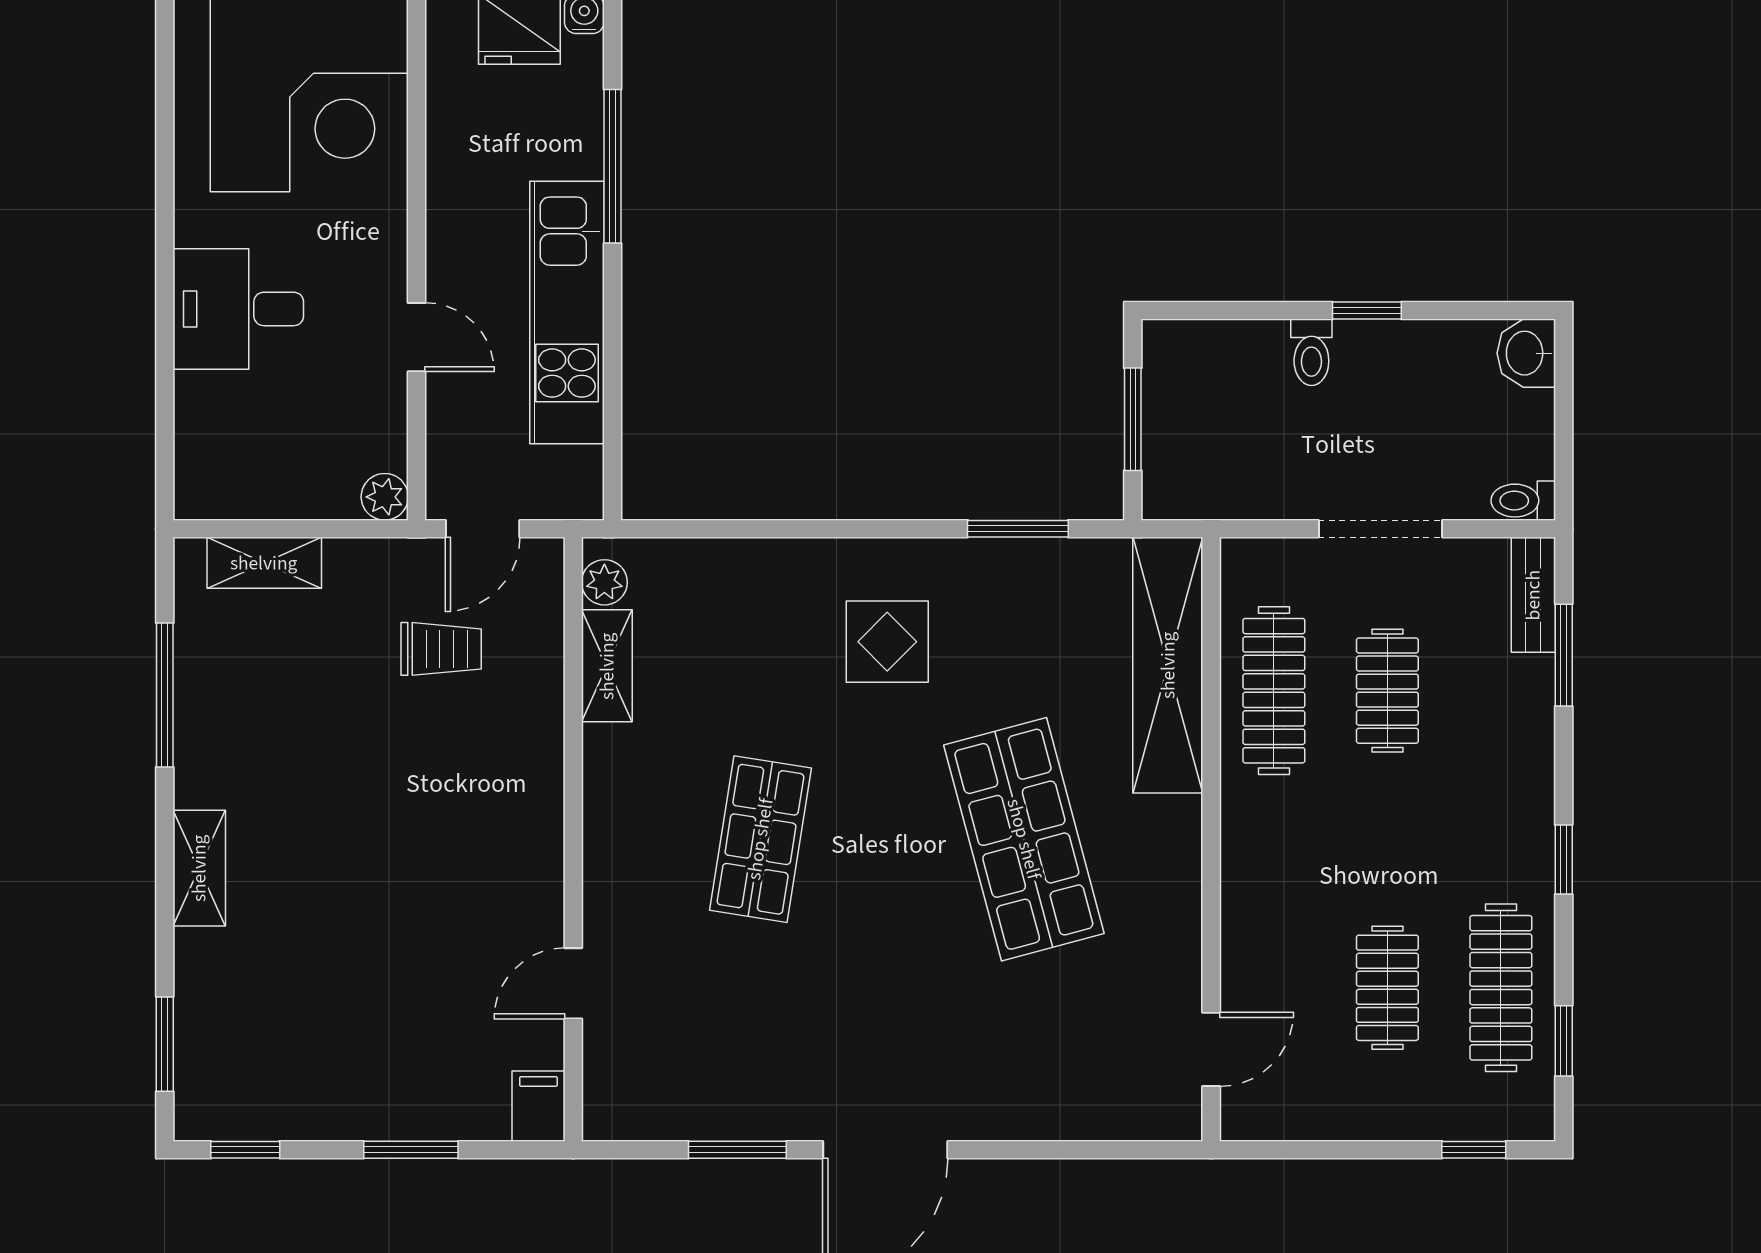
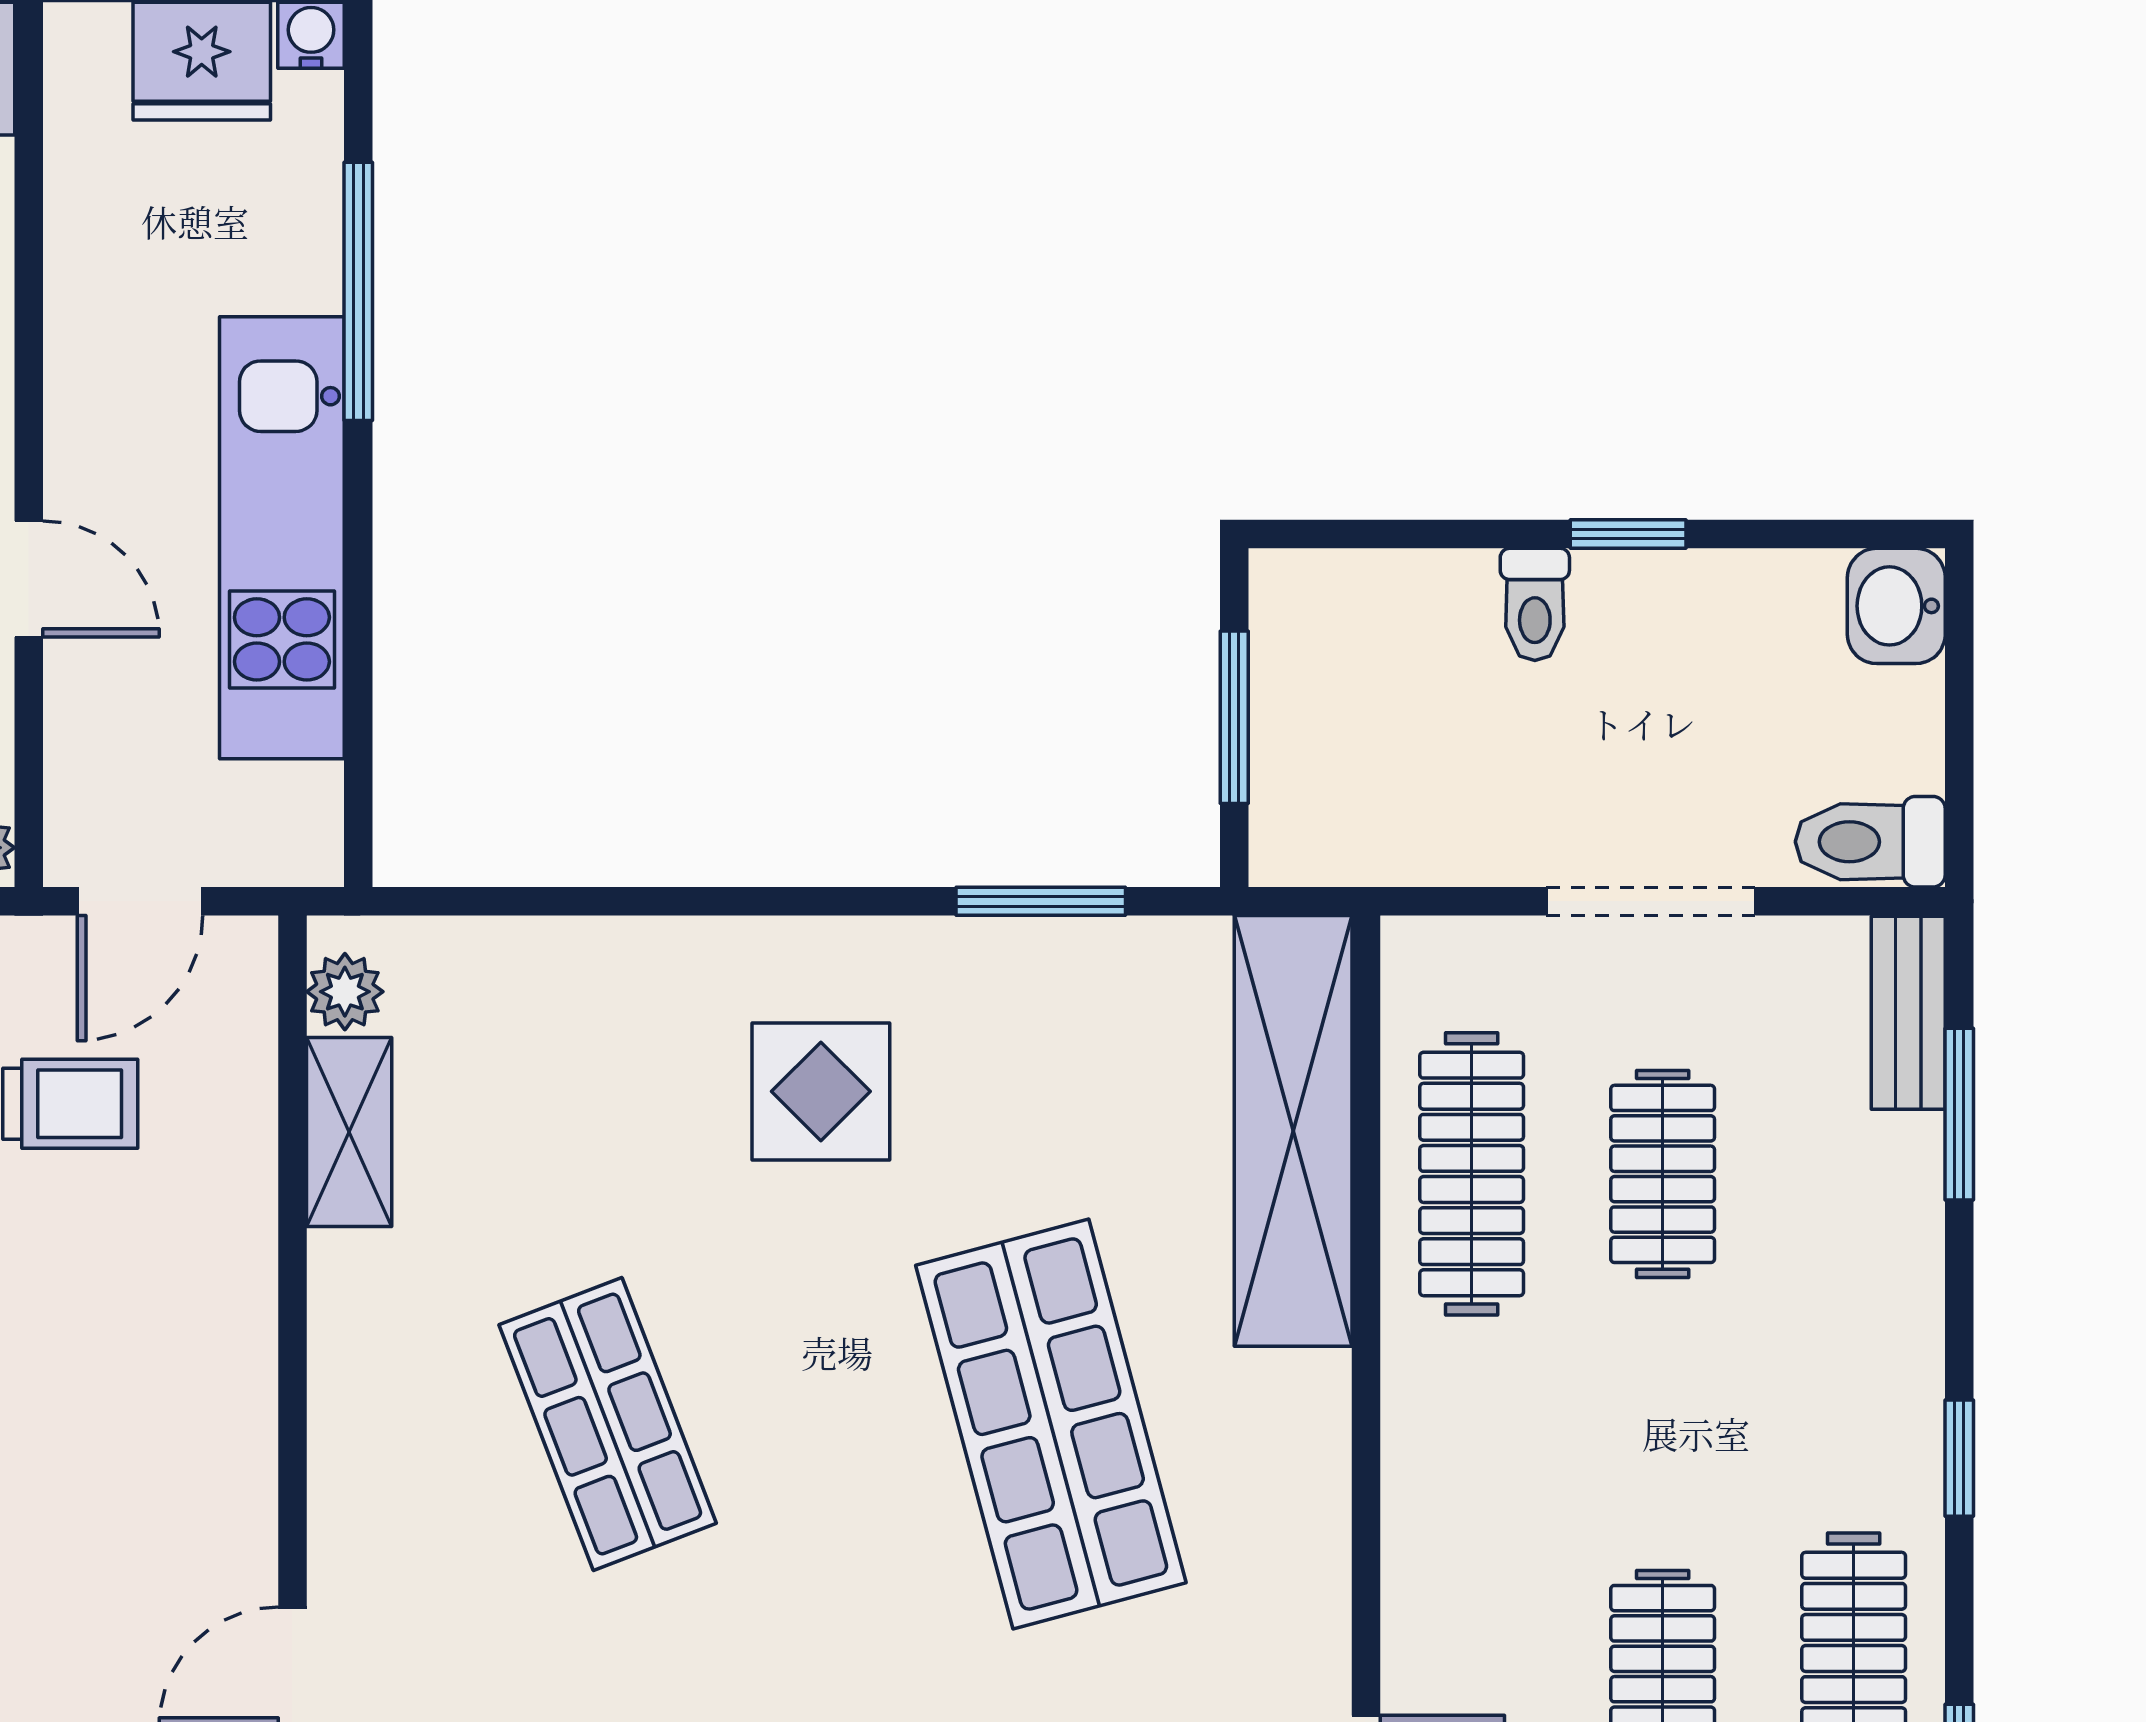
toilet: (1523, 501) -> (1870, 842), width x1.37, depth x1.39
shop shelf: (760, 839) -> (608, 1424), turned -30

